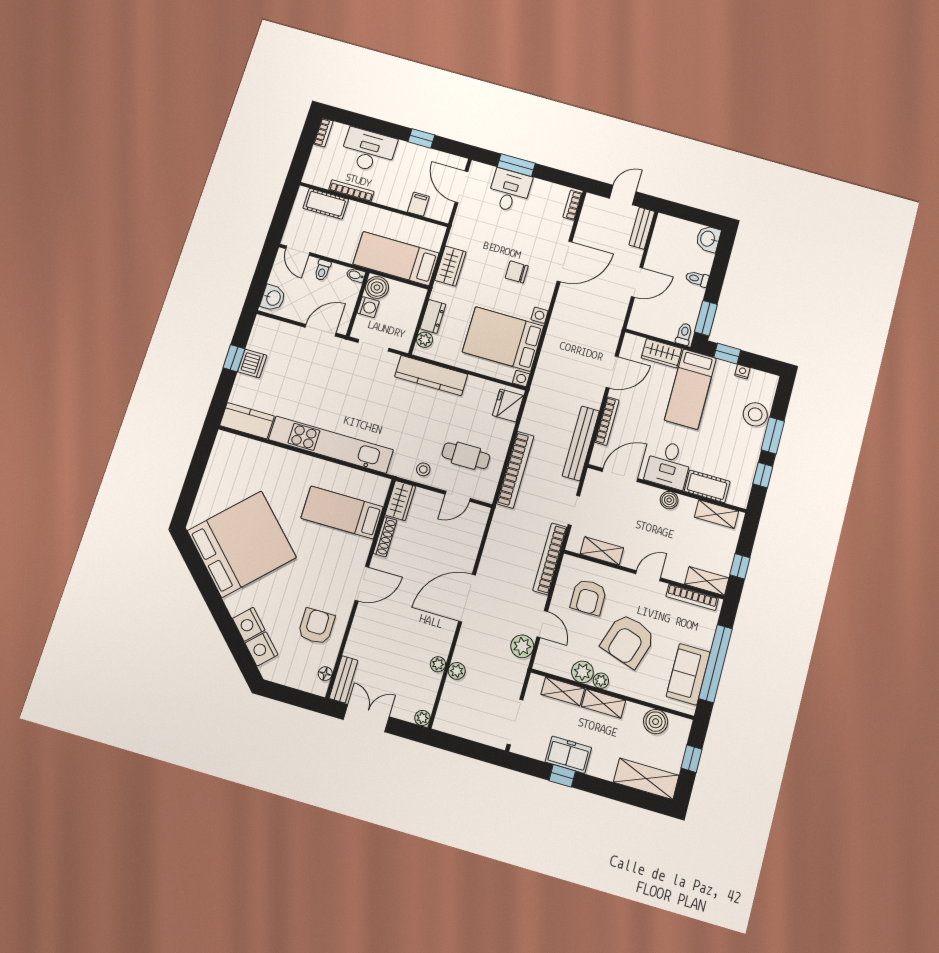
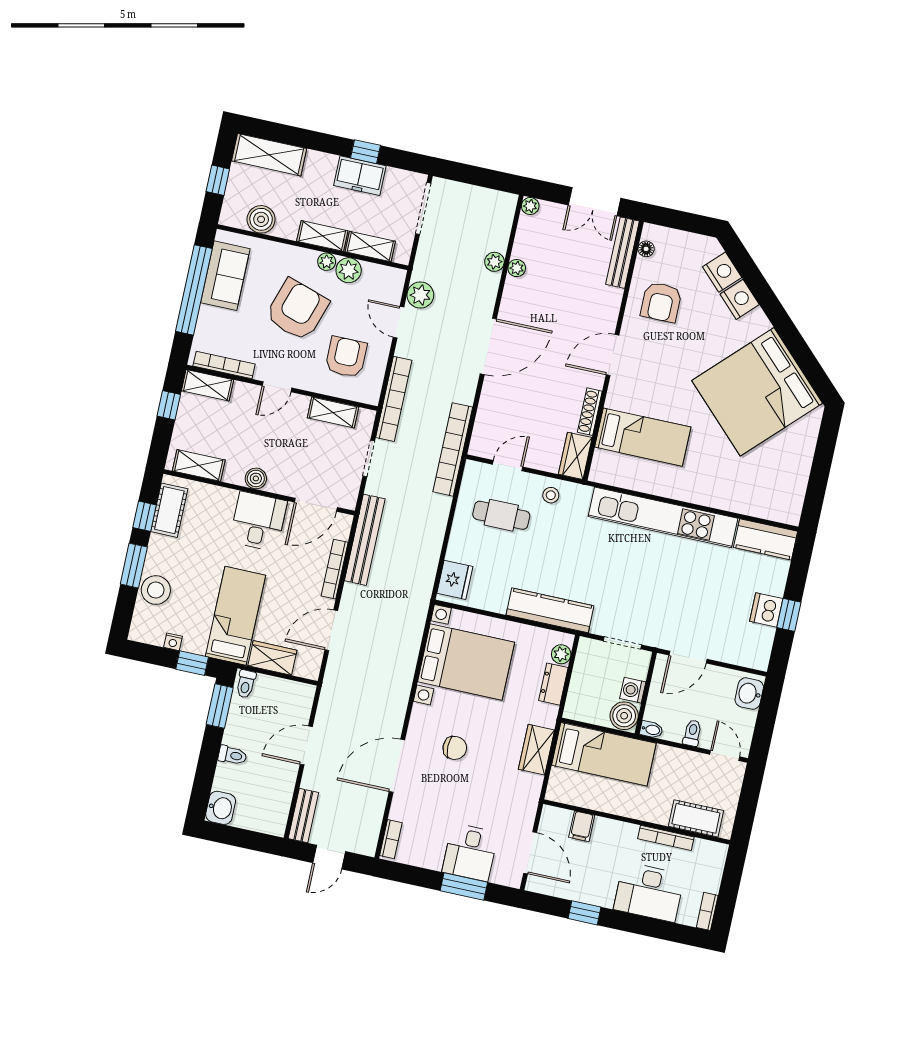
bookcase: (515, 470) -> (453, 449), moved
cot: (707, 486) -> (169, 510), moved, turned 90
bench: (344, 679) -> (622, 253), width x1.36

